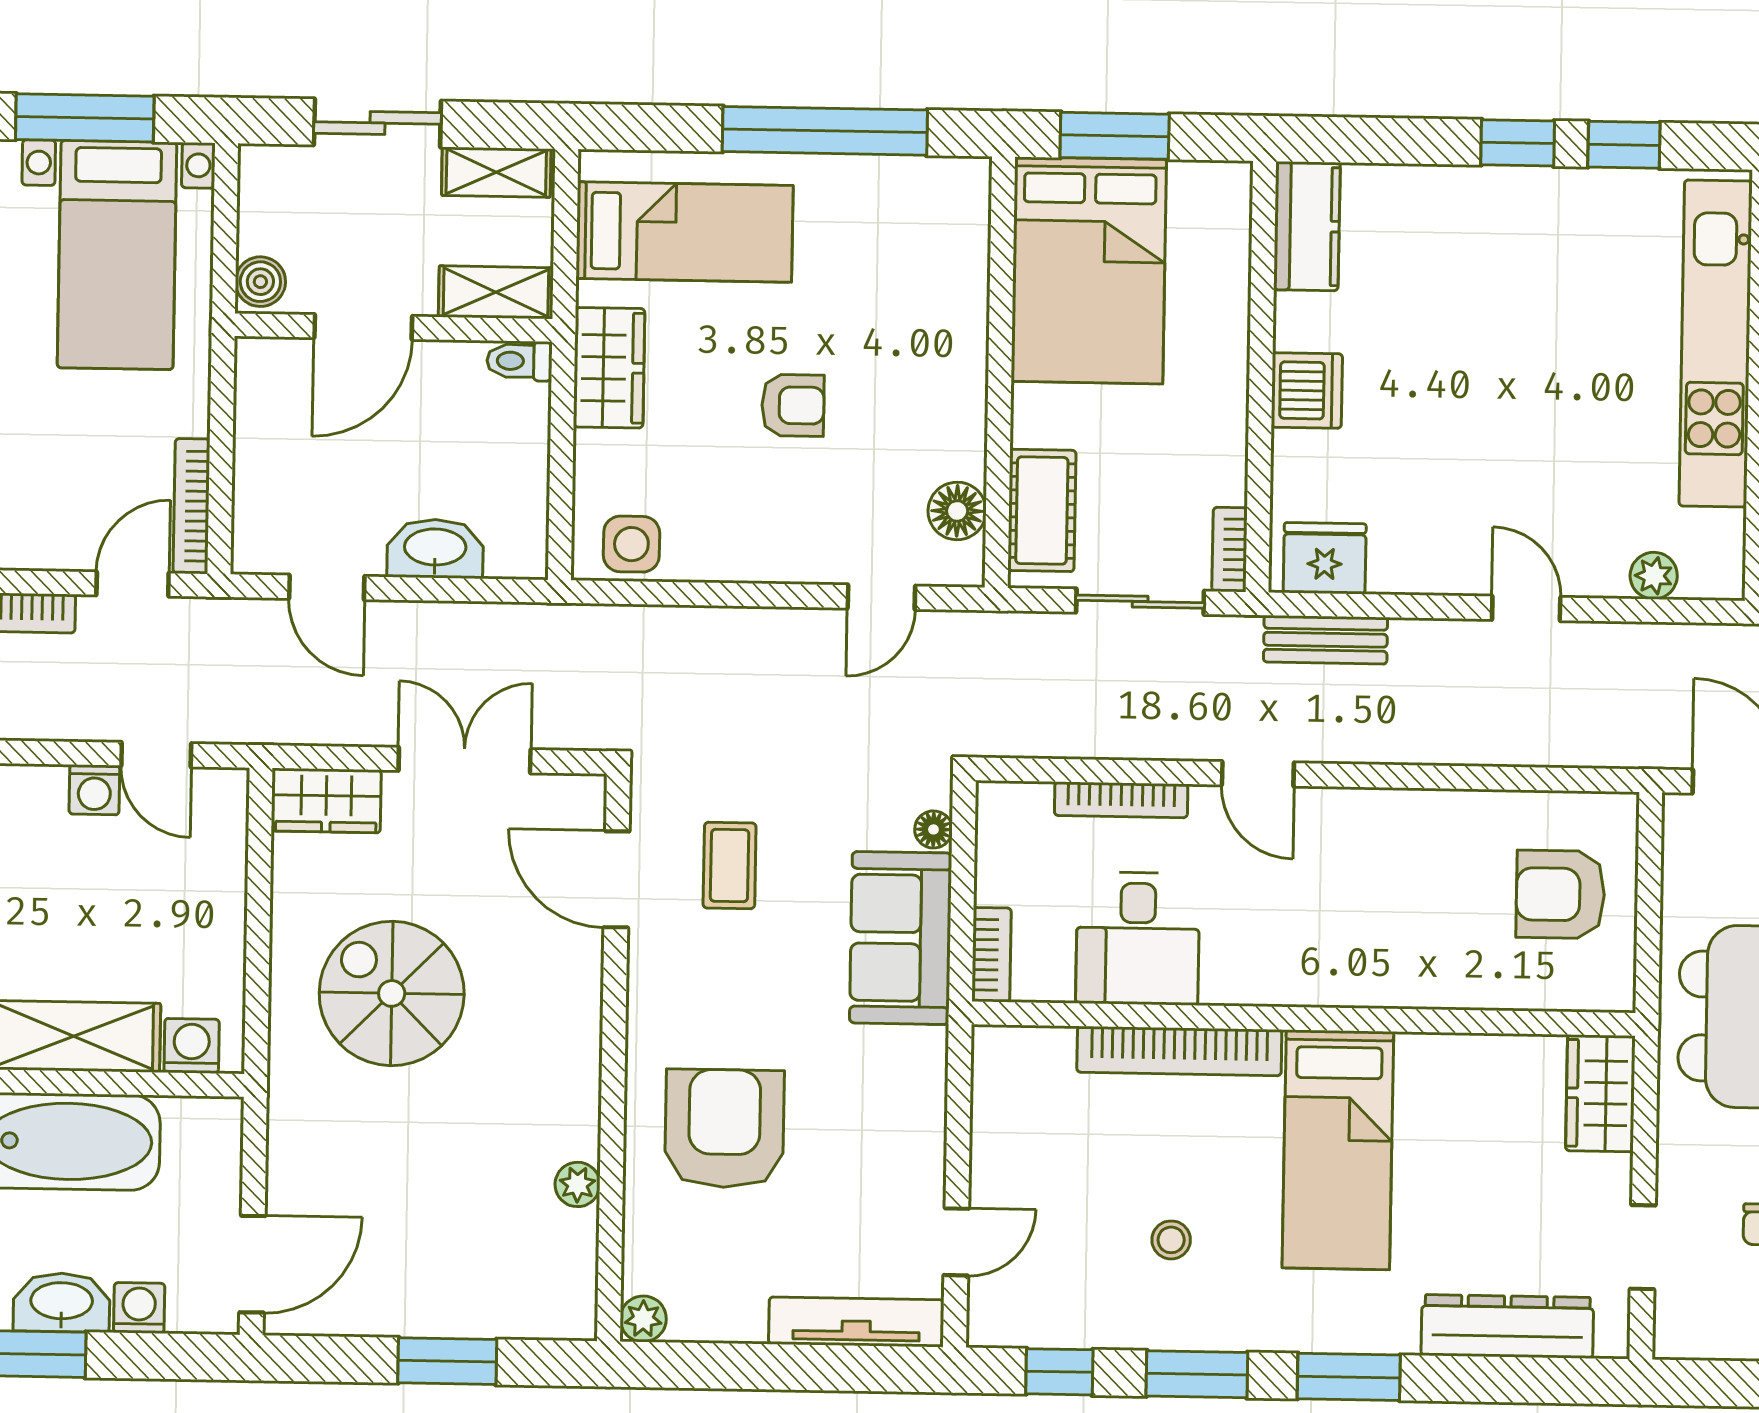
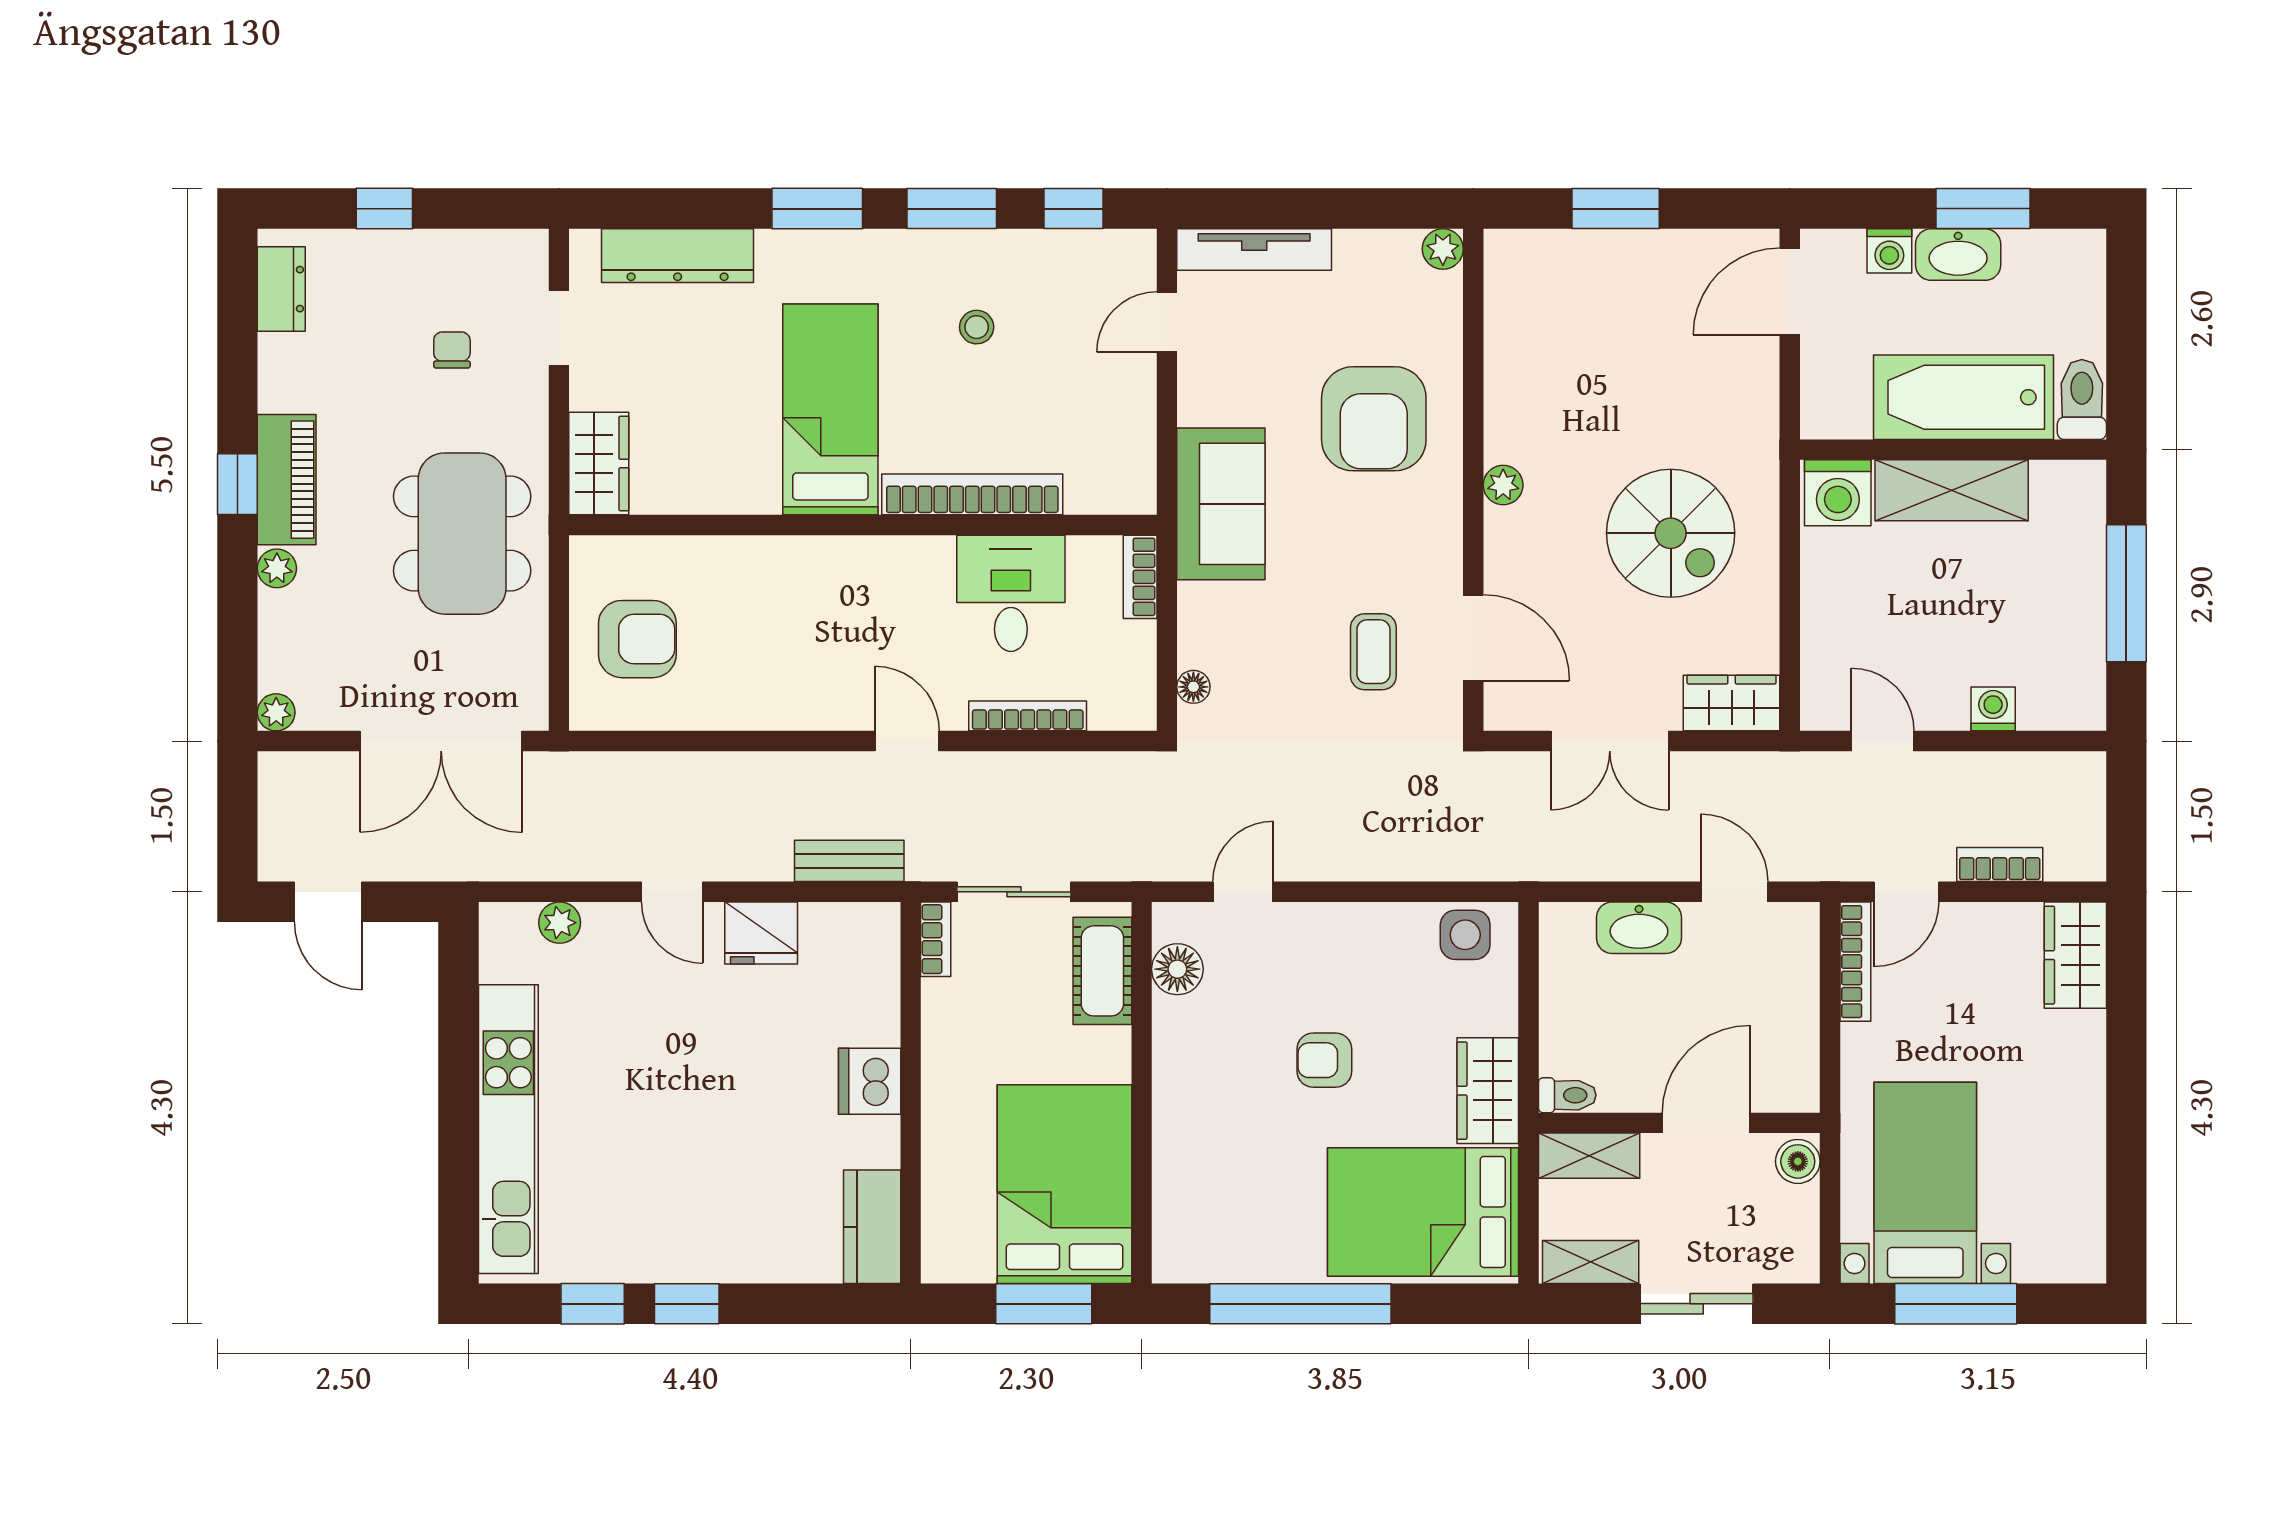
bed: (684, 232) -> (1423, 1212), width x1.50
fridge: (1325, 558) -> (761, 933), moved
washing machine: (94, 790) -> (1993, 709), moved
sofa: (901, 938) -> (1221, 504), moved
washing machine: (192, 1046) -> (1838, 493), width x1.38, depth x1.38
plant: (577, 1184) -> (1503, 485), moved

